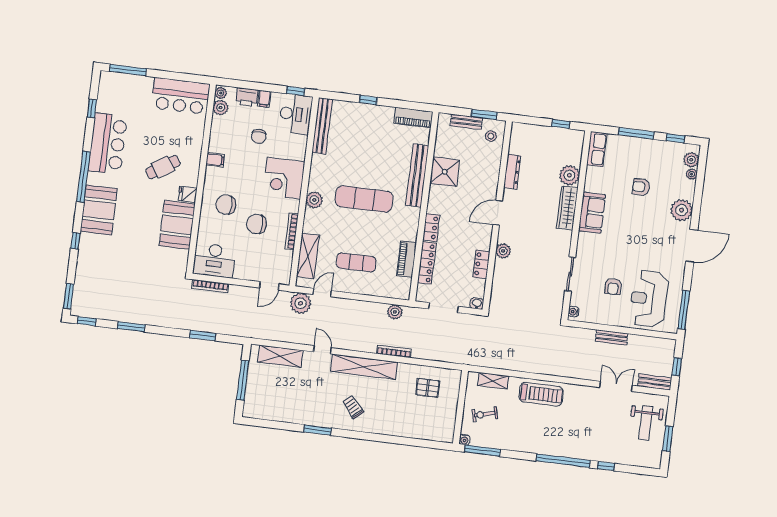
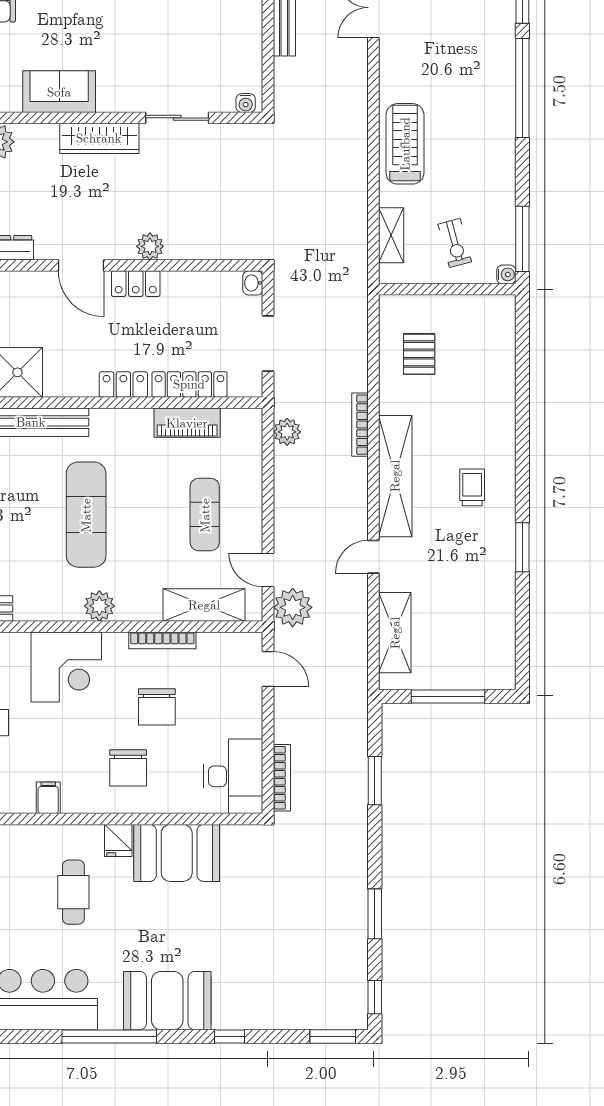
cafe table: (163, 167) -> (73, 892), turned 33
wardrobe: (567, 208) -> (99, 138), moved
locker: (481, 264) -> (136, 284), moved
armchair: (613, 286) -> (190, 36), removed
trolley: (353, 407) -> (472, 487), turned 130

